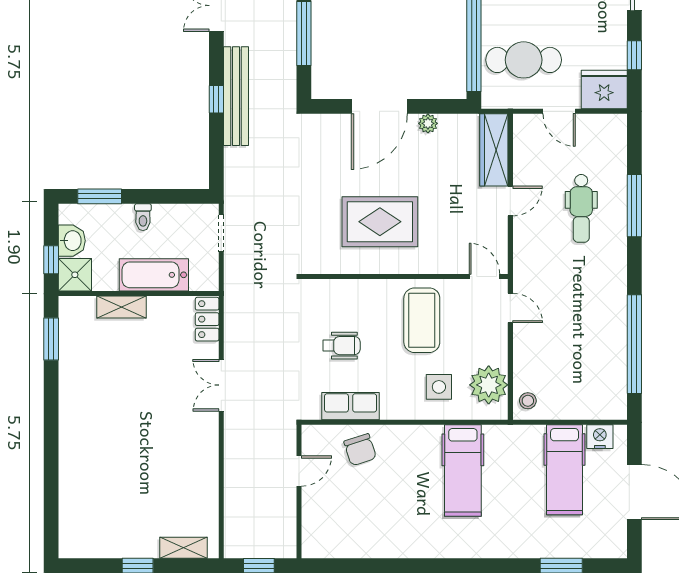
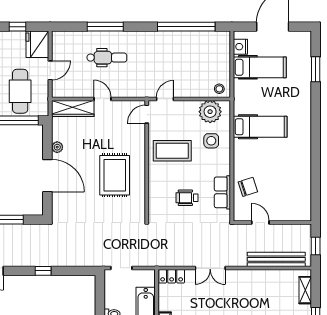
bench: (236, 96) -> (276, 259), moved
wheelchair: (341, 346) -> (187, 198), turned -90

